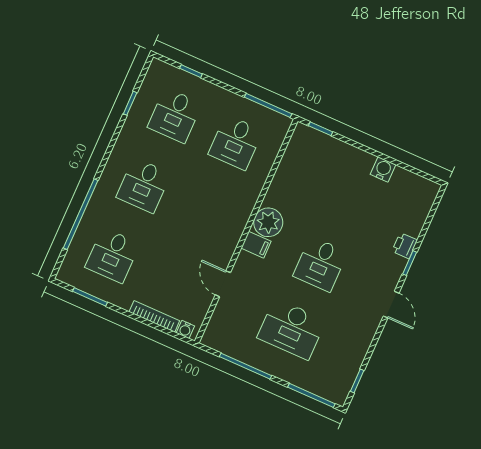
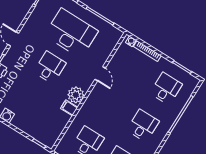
filing cabinet: (256, 245) -> (69, 108), moved
door: (223, 284) -> (100, 74), moved
desk: (291, 329) -> (71, 33), width x1.36, depth x1.30

